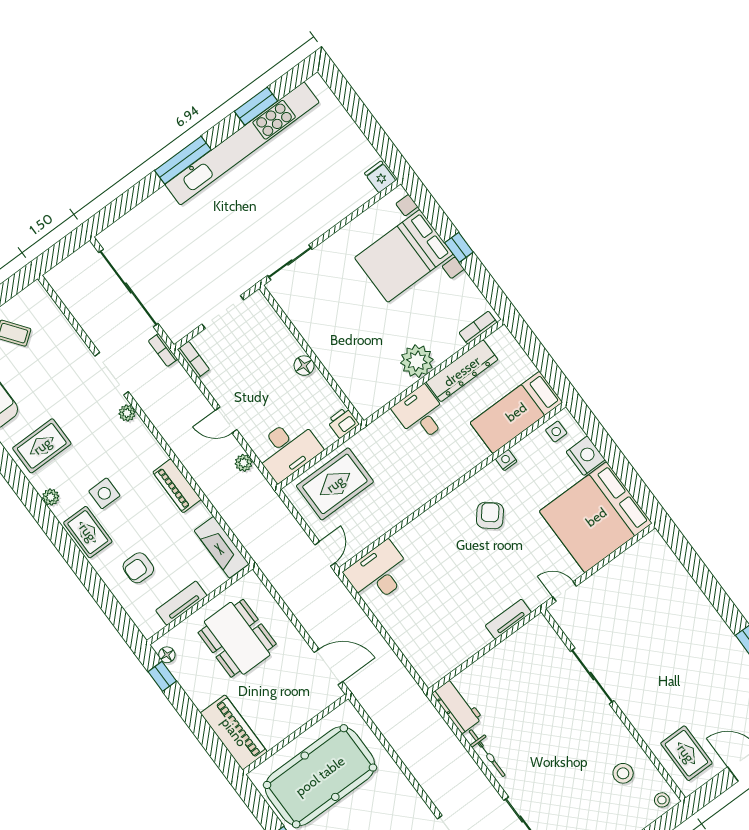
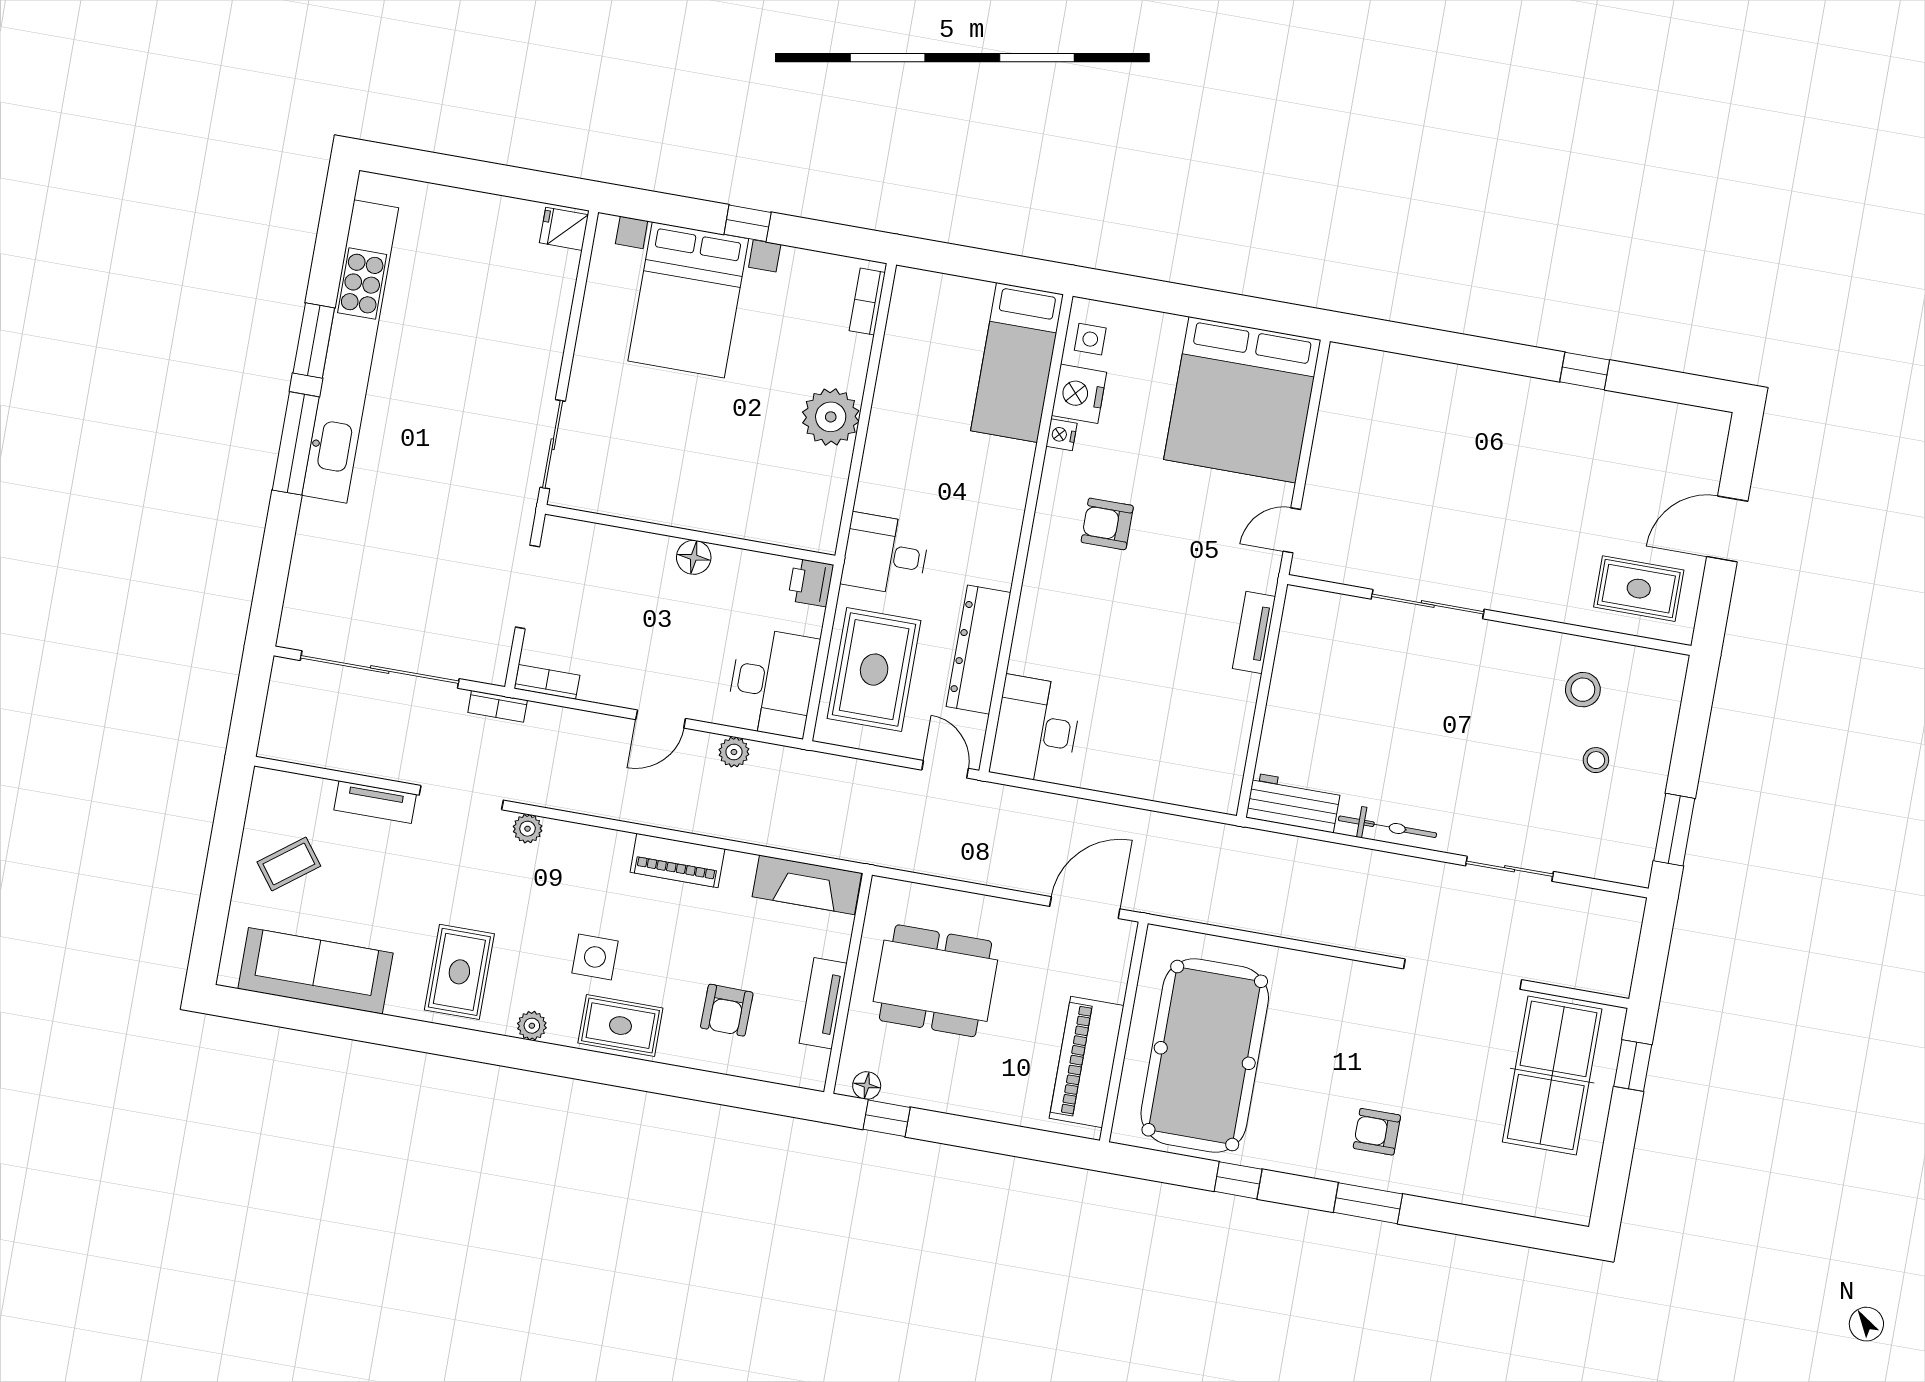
window: (256, 106) -> (314, 340), moved
tv unit: (74, 342) -> (375, 802), added
dresser: (462, 371) -> (979, 650), moved, turned 180
desk: (421, 414) -> (885, 554), moved
nightstand: (586, 456) -> (1079, 394), moved, turned -90
armchair: (490, 516) -> (1107, 524), turned -40
piano: (234, 732) -> (1087, 1062), moved, turned -90
stool: (662, 800) -> (1596, 760), moved

